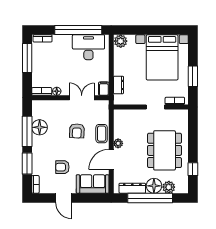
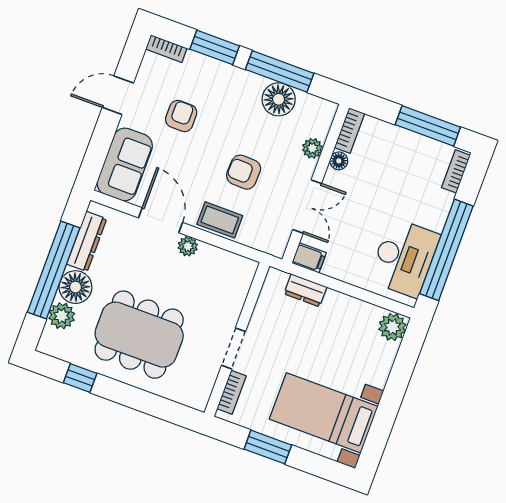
bed with nightstands: (162, 57) -> (324, 413), width x0.73
plant: (55, 105) -> (312, 148), added

